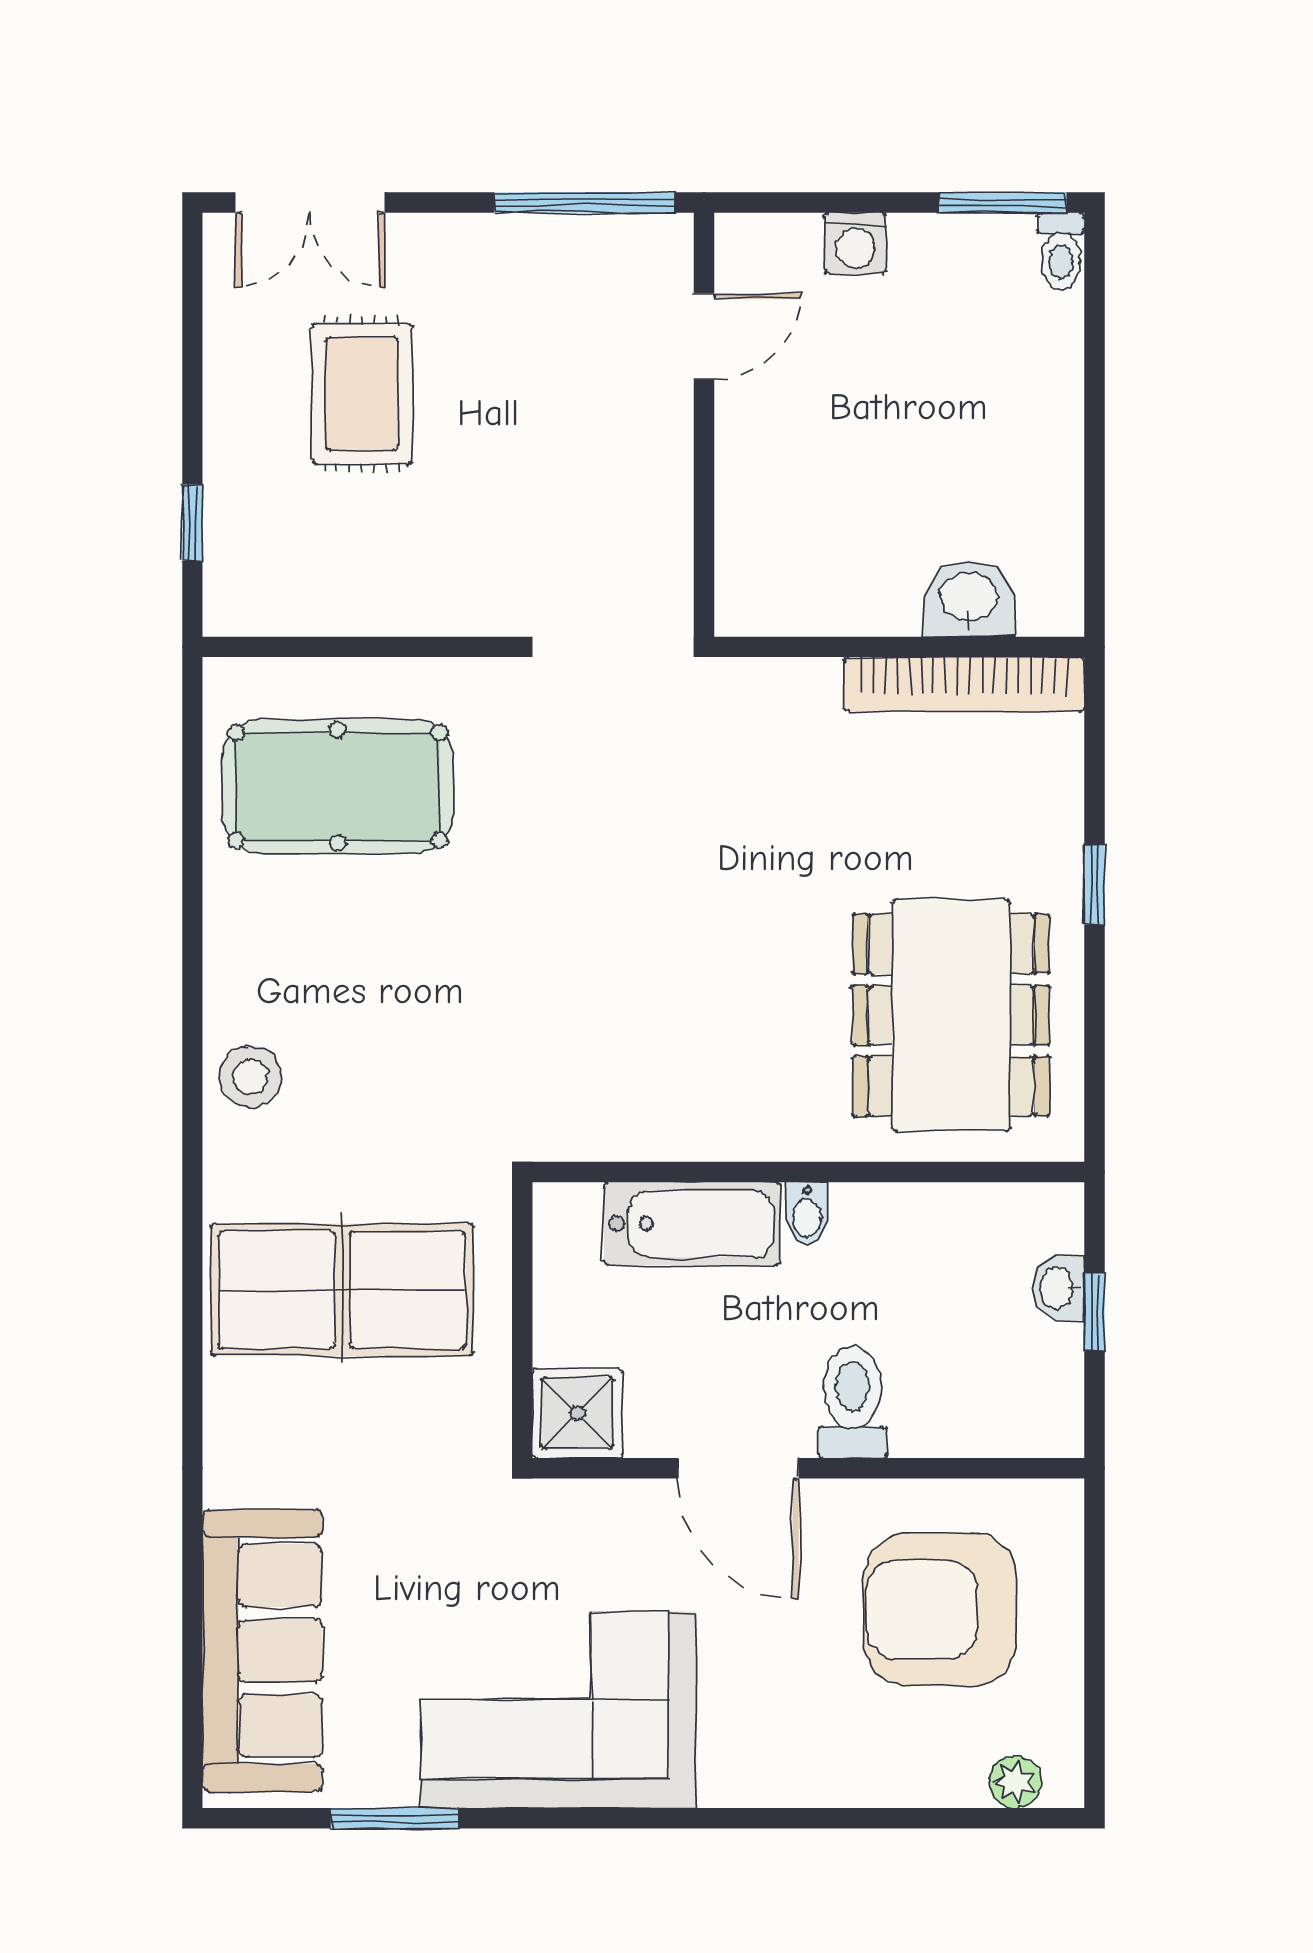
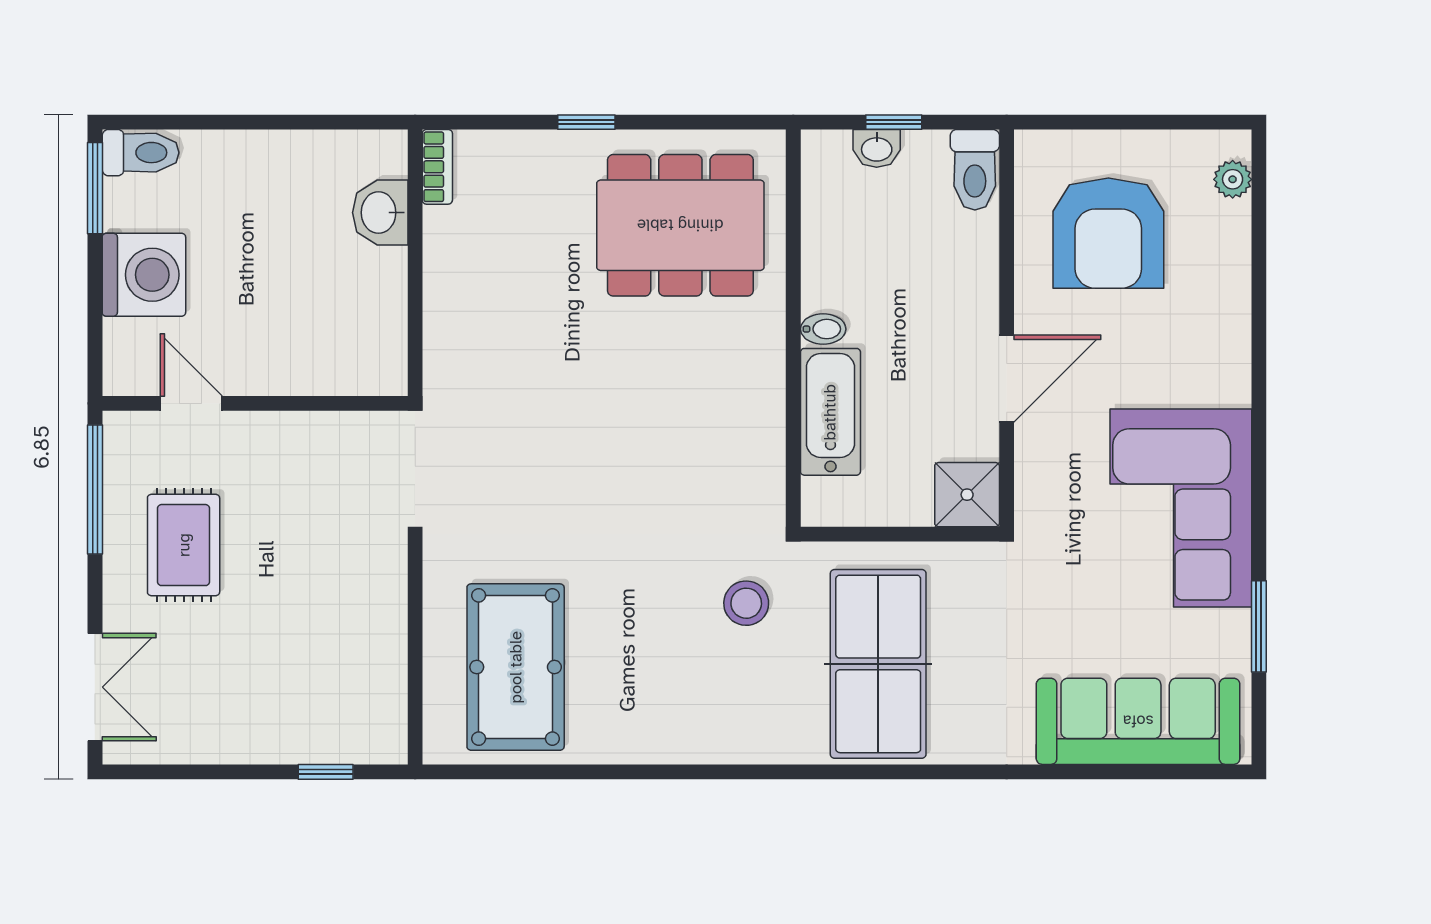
washing machine: (855, 243) -> (144, 275), width x1.89, depth x1.89
toilet: (1061, 251) -> (141, 153), width x1.37, depth x1.39
rug: (362, 394) -> (184, 545), moved, turned 90
bookcase: (964, 684) -> (437, 167), width x0.43, depth x0.76
stool: (250, 1077) -> (746, 603), moved
toilet: (852, 1402) -> (975, 170), moved, turned -90

